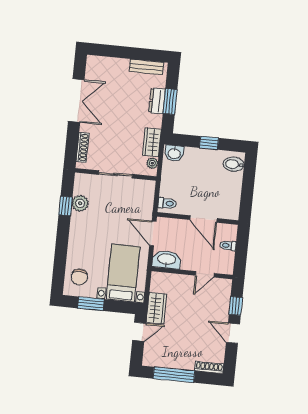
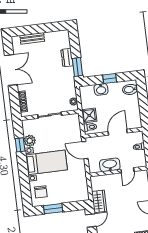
bench: (146, 67) -> (32, 38), moved
window: (170, 102) -> (77, 67), moved
wardrobe: (152, 142) -> (70, 87), removed
washbasin: (174, 153) -> (101, 89), moved
shower: (170, 187) -> (89, 115), added
door: (203, 219) -> (118, 132), swing flipped
washbasin: (167, 260) -> (110, 165), moved
bed with nightstands: (123, 273) -> (46, 162), moved, turned 90

